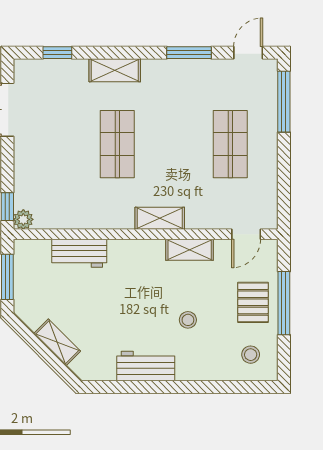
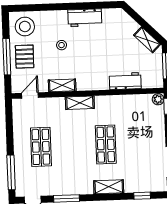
shelving: (57, 342) -> (147, 40), moved
stool: (251, 355) -> (25, 26), width x1.89, depth x1.89

